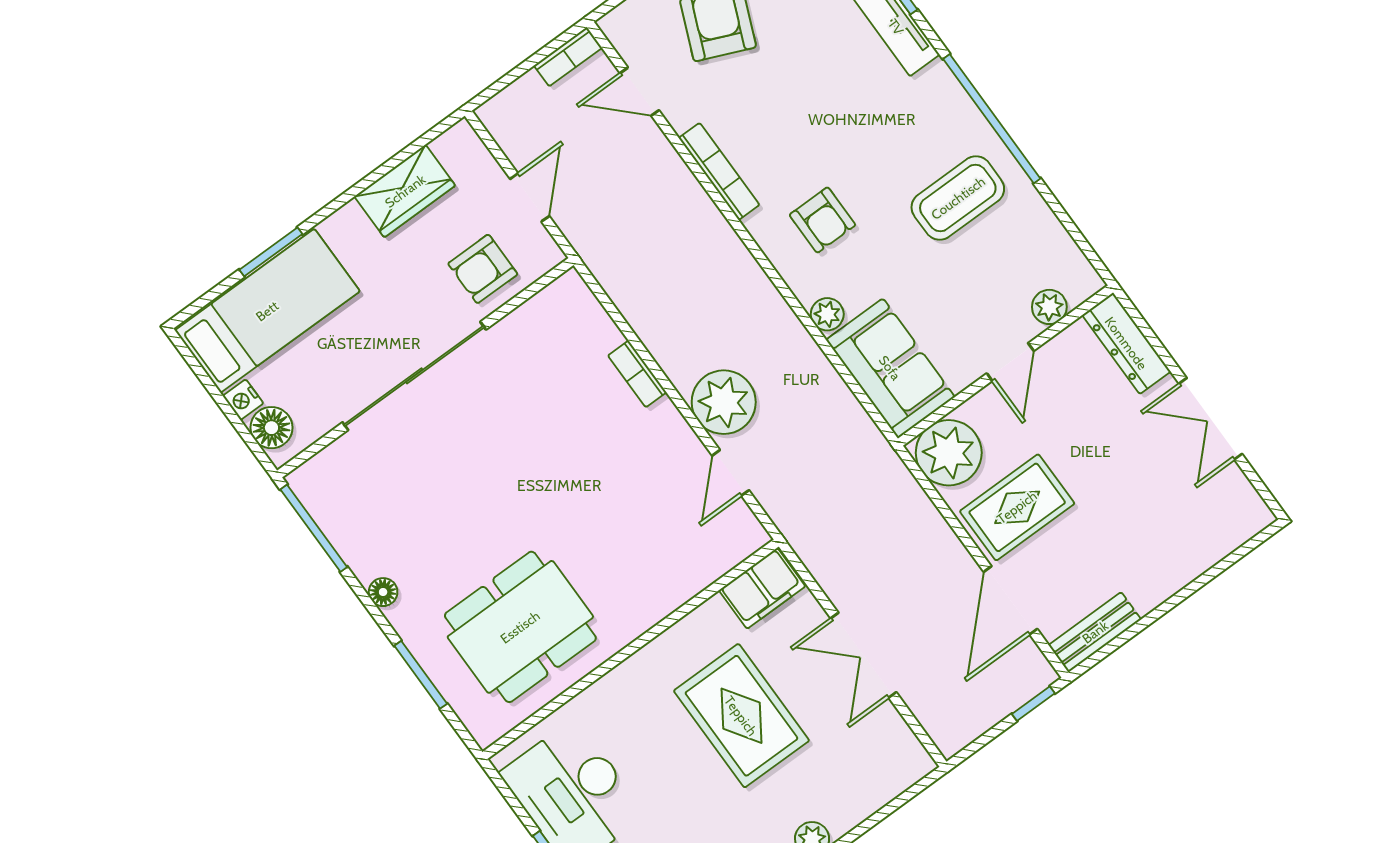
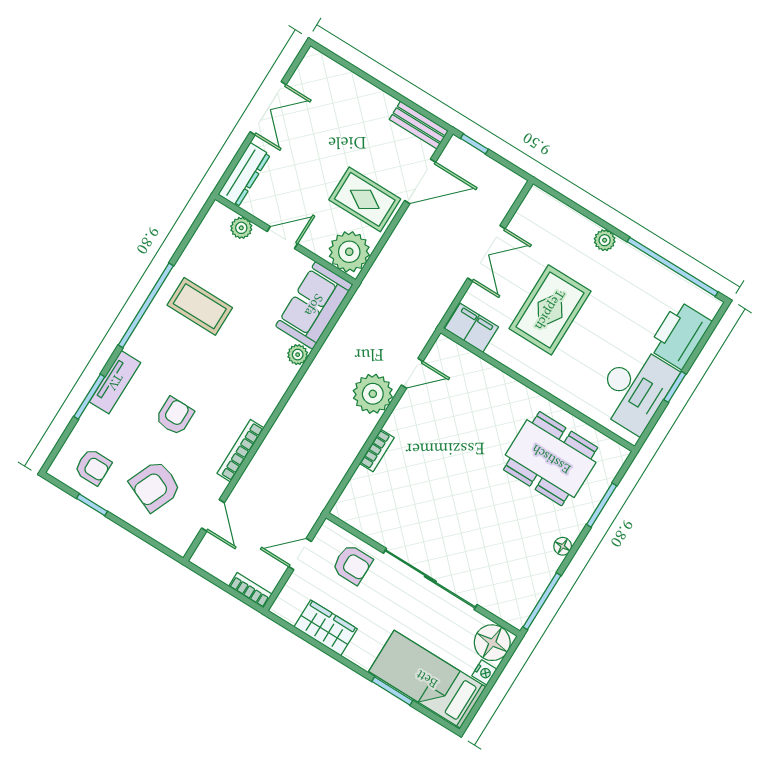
bookcase: (568, 57) -> (250, 590), moved
armchair: (822, 220) -> (175, 416), moved
floor lamp: (271, 428) -> (492, 643), width x1.38, depth x1.38

